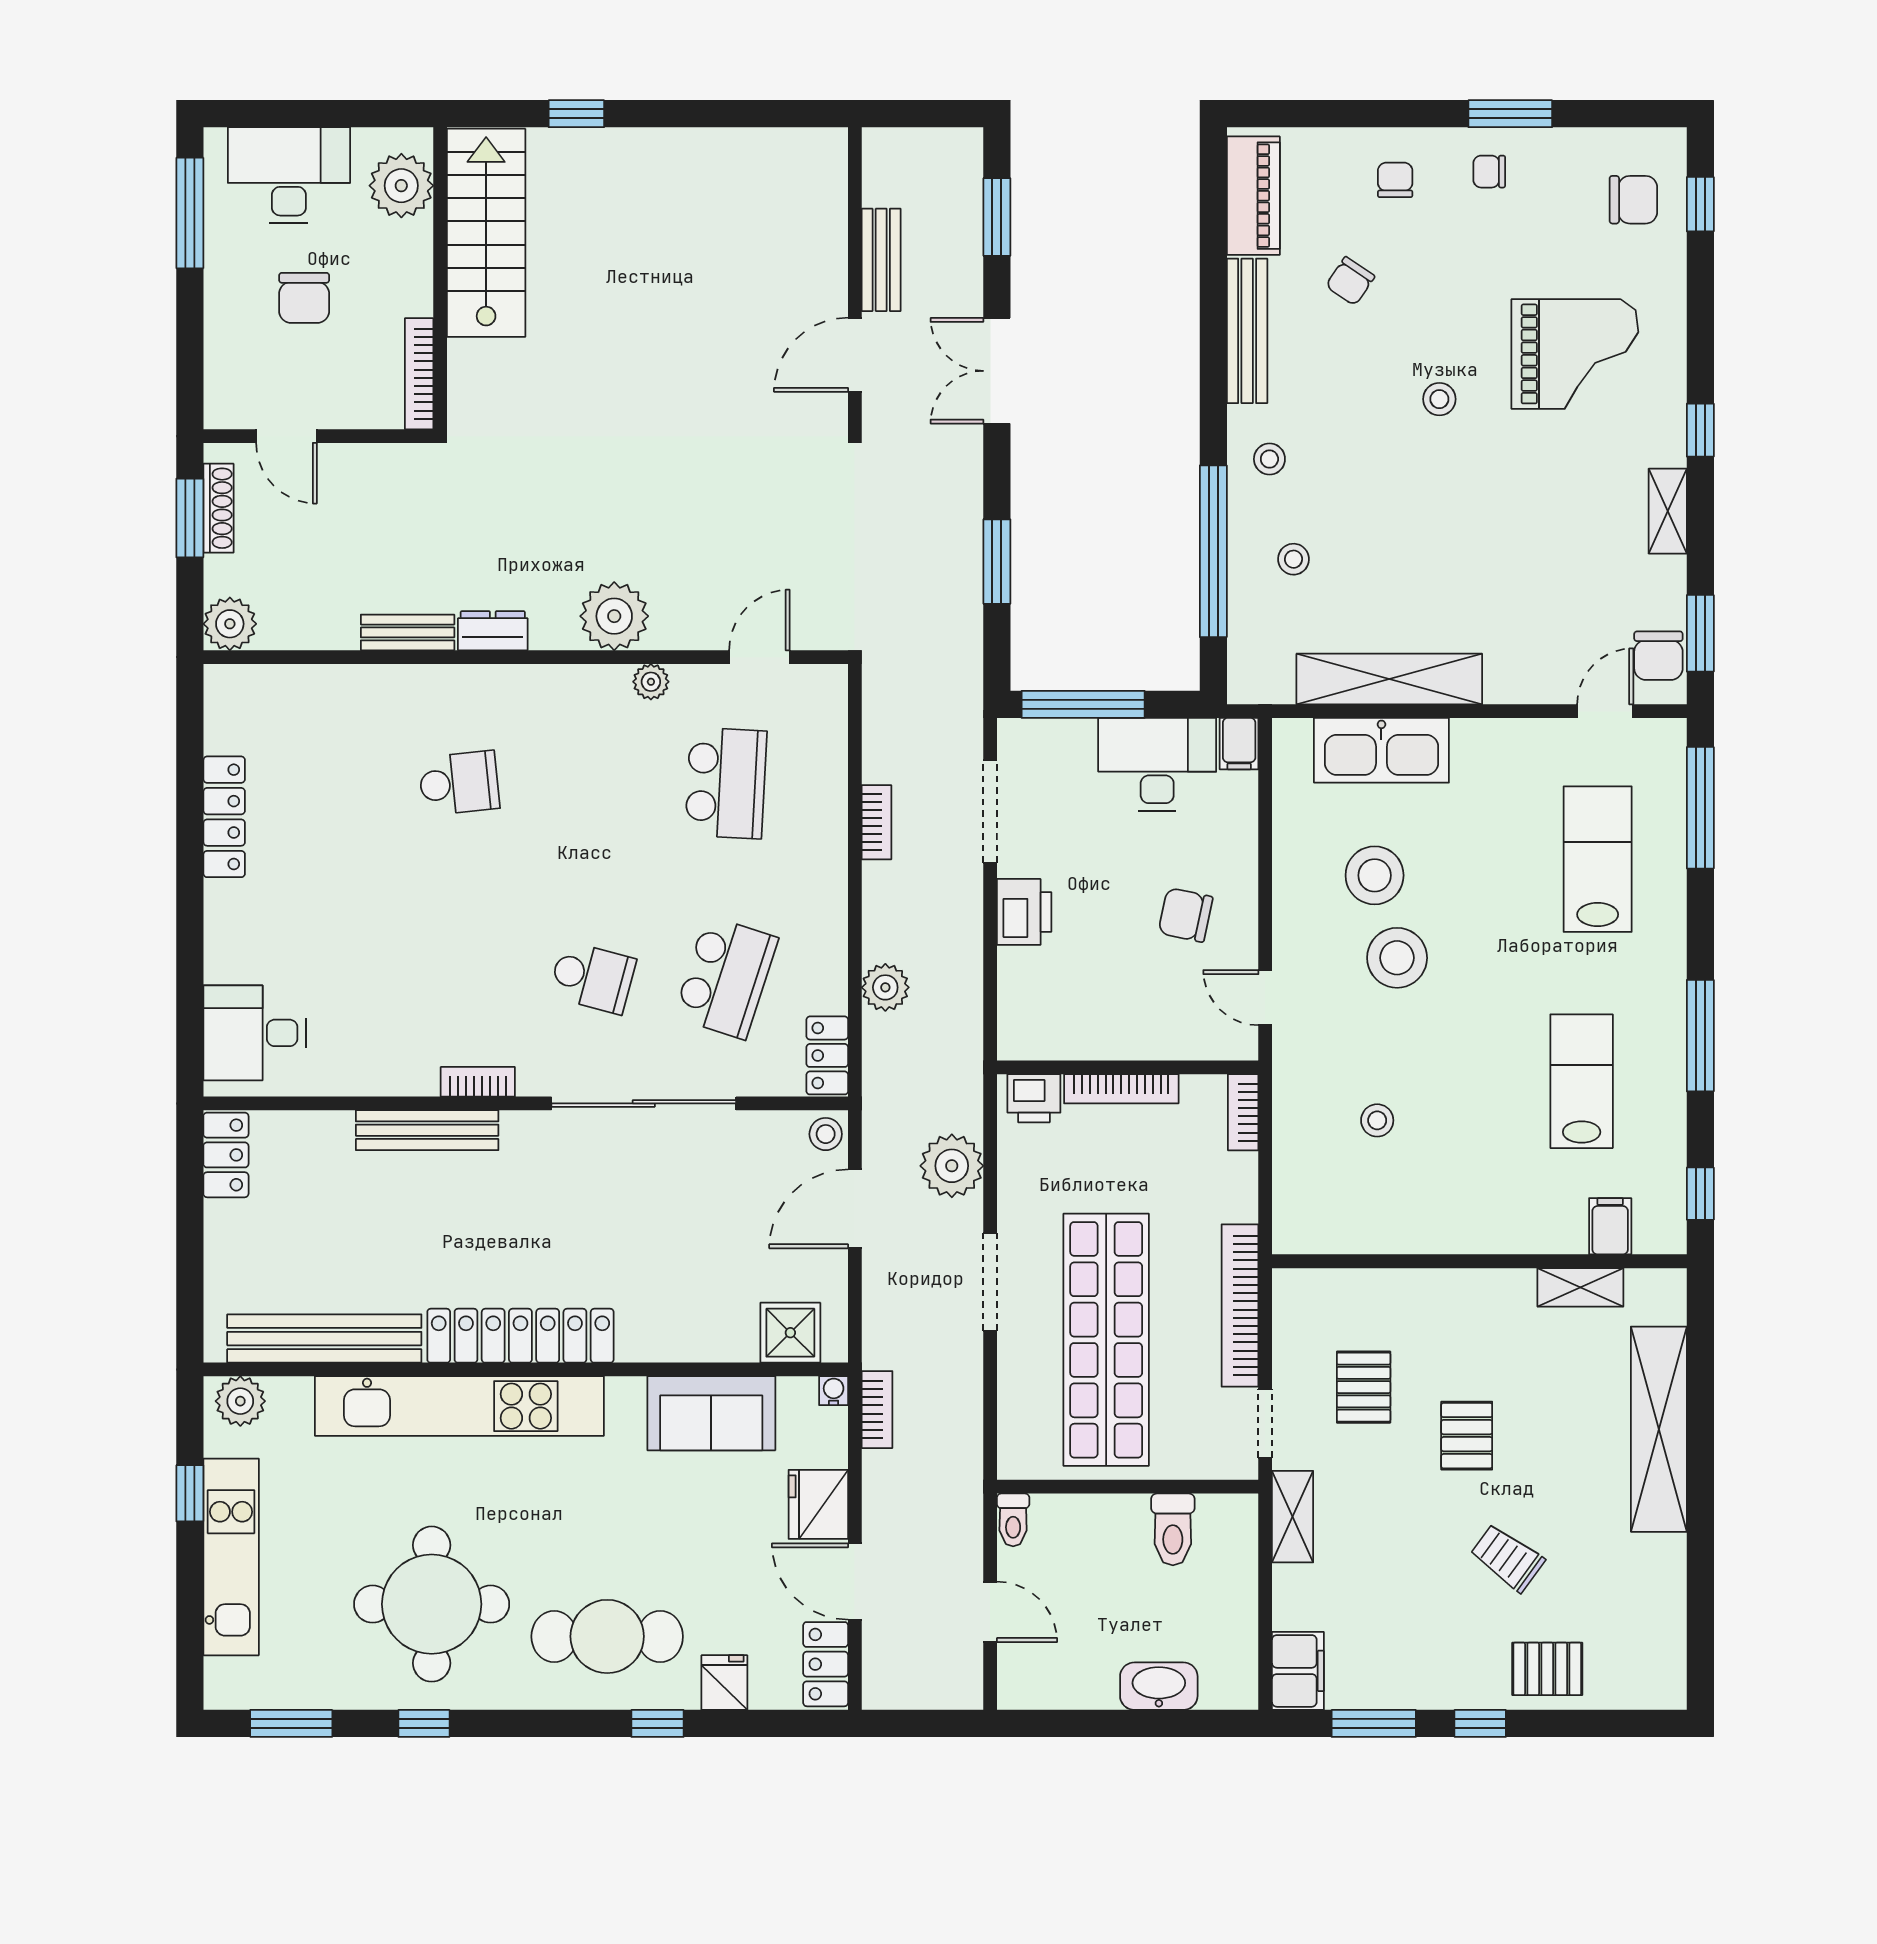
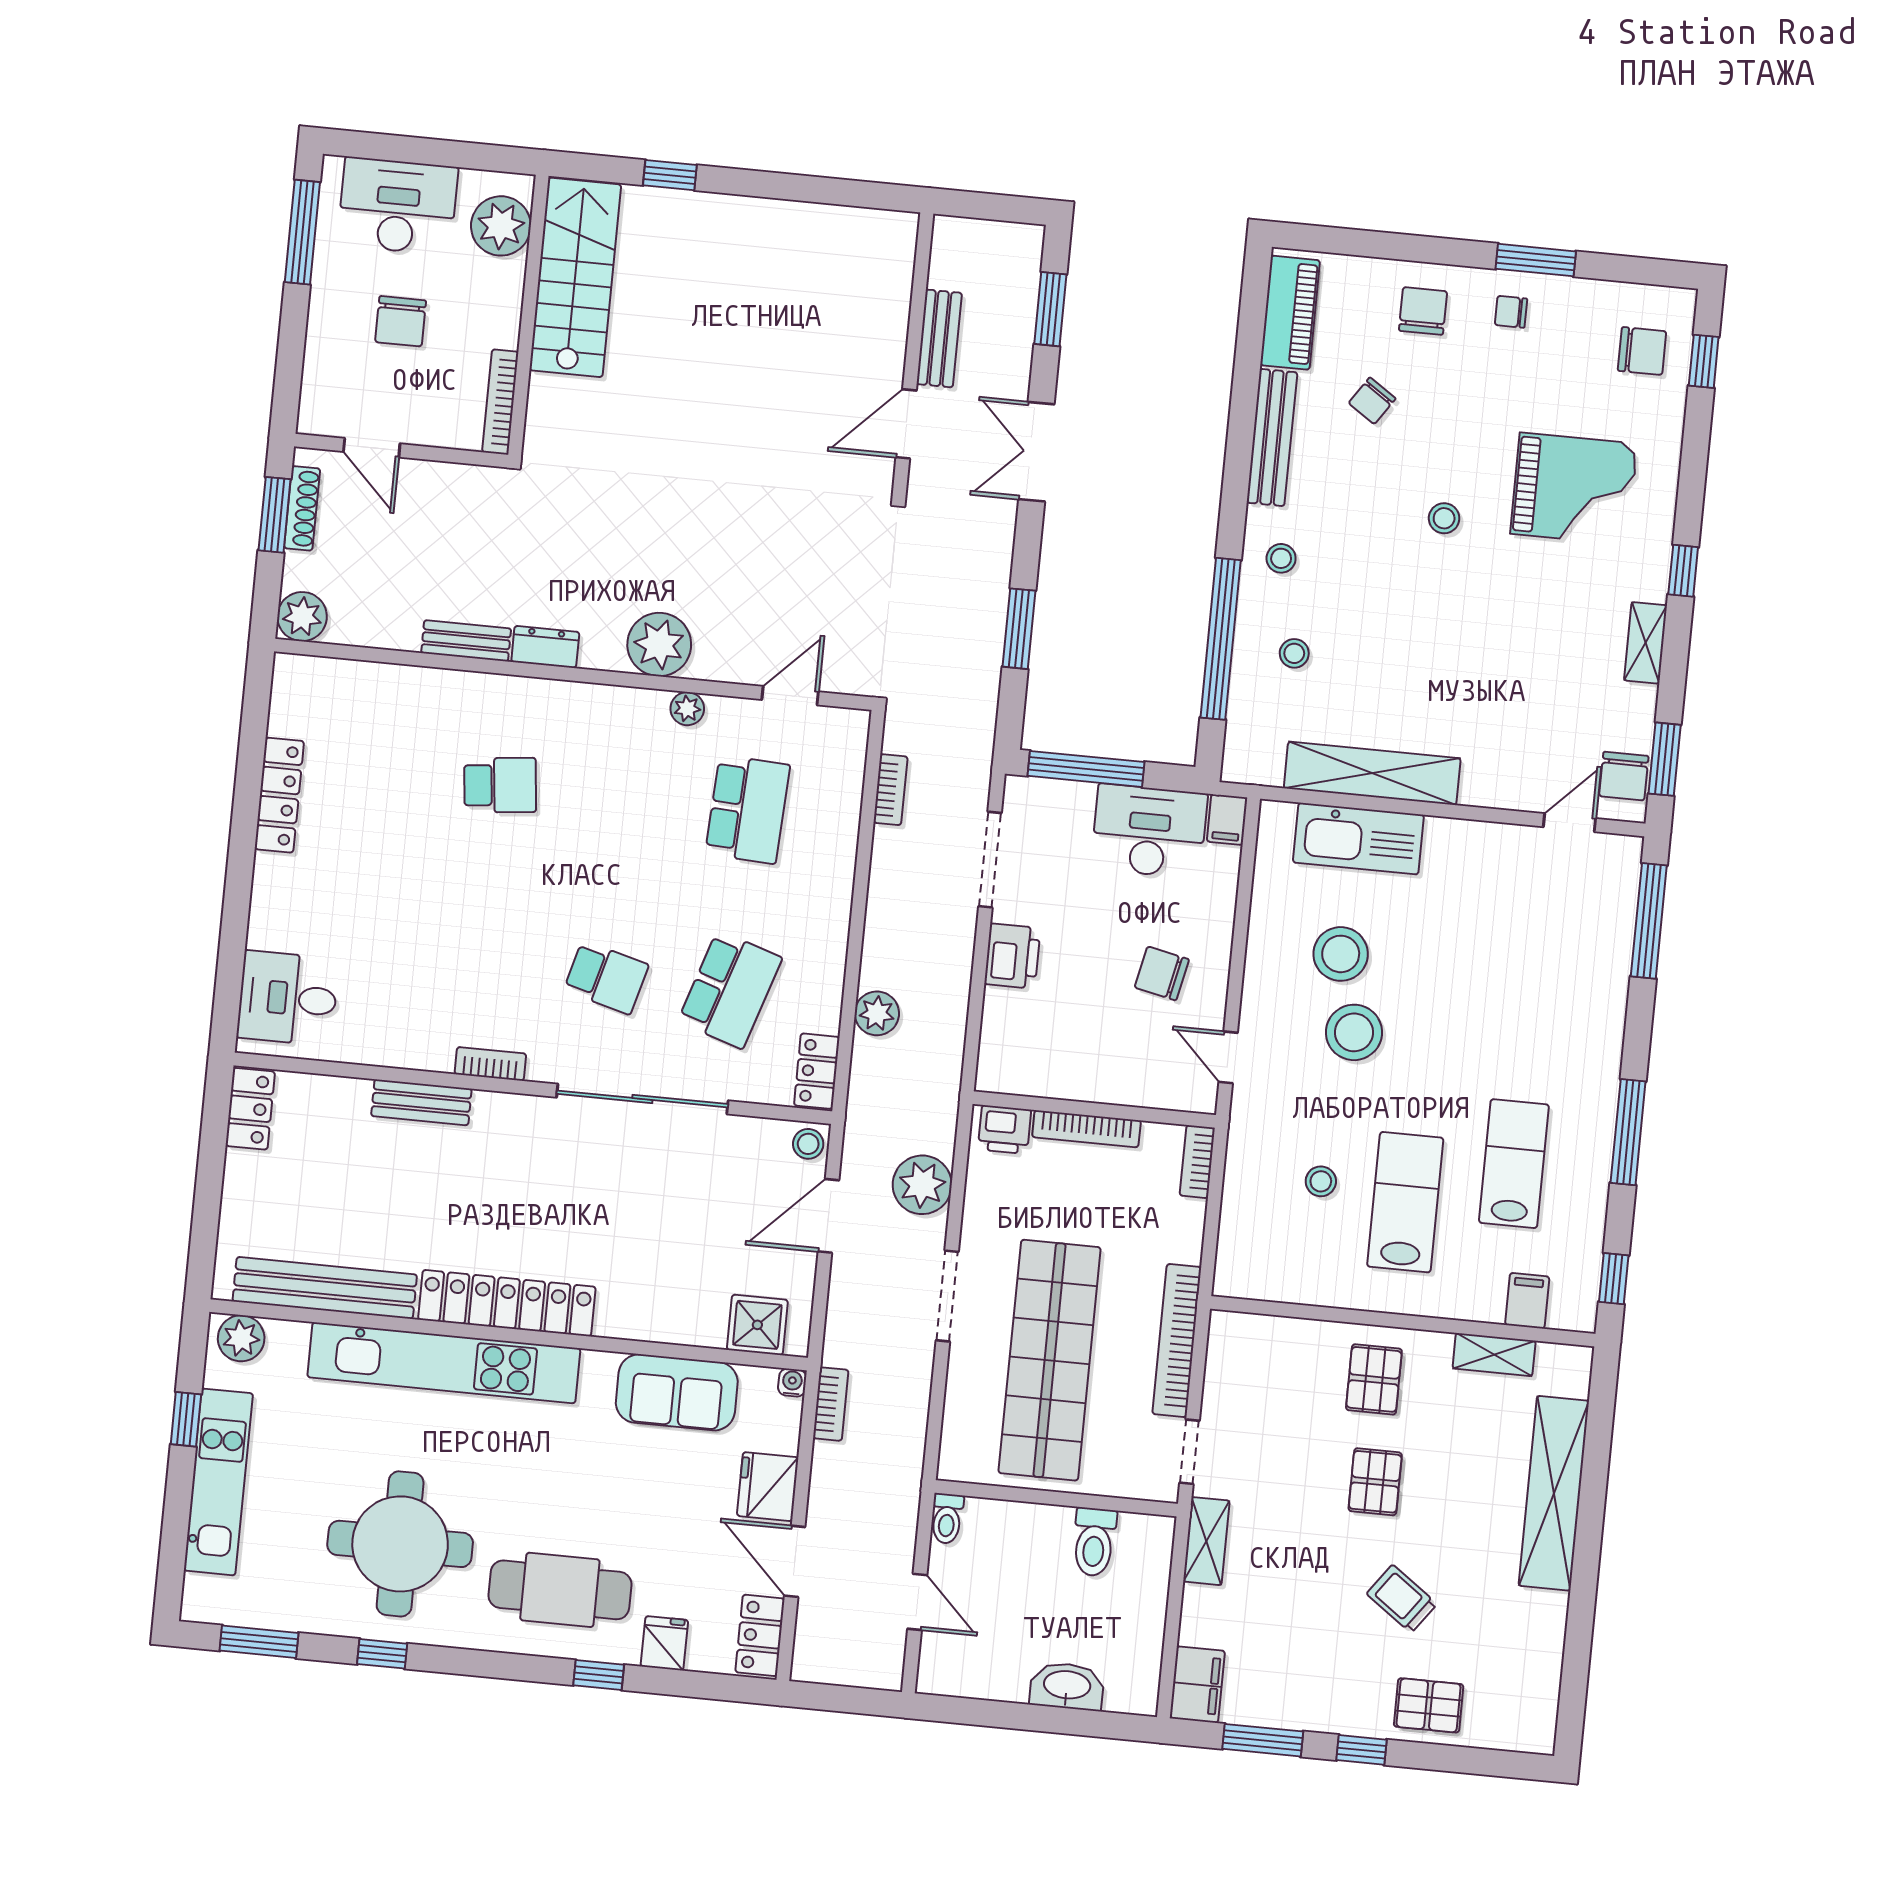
chair: (1395, 180) -> (1423, 311), width x1.37, depth x1.37
bookcase: (876, 822) -> (891, 790), moved
lab bench: (1598, 859) -> (1405, 1202), moved
bench: (427, 1130) -> (421, 1102), width x0.73
pallet: (1364, 1387) -> (1374, 1379), moved

